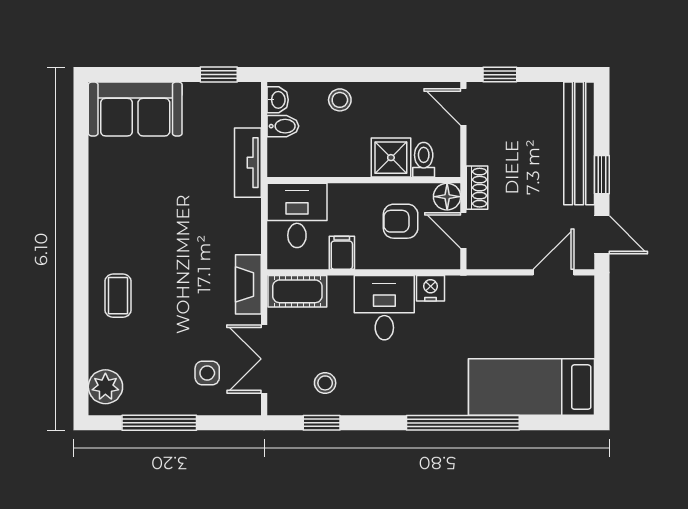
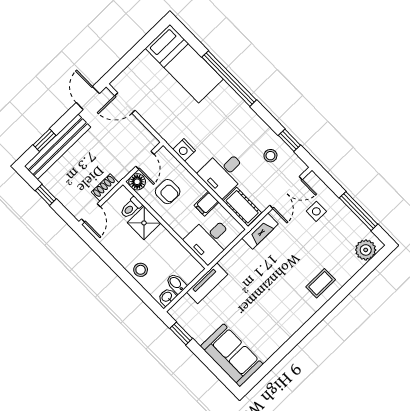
window: (500, 75) -> (46, 195), moved
window: (602, 175) -> (44, 140), moved
shoe rack: (477, 188) -> (105, 187), moved
desk: (384, 308) -> (223, 173), moved

